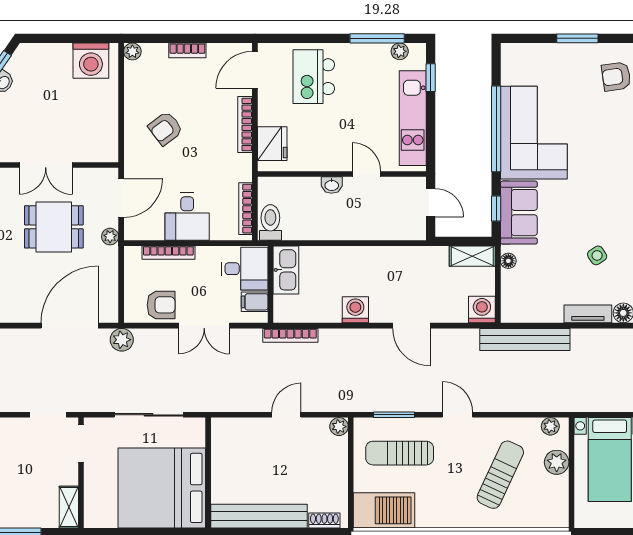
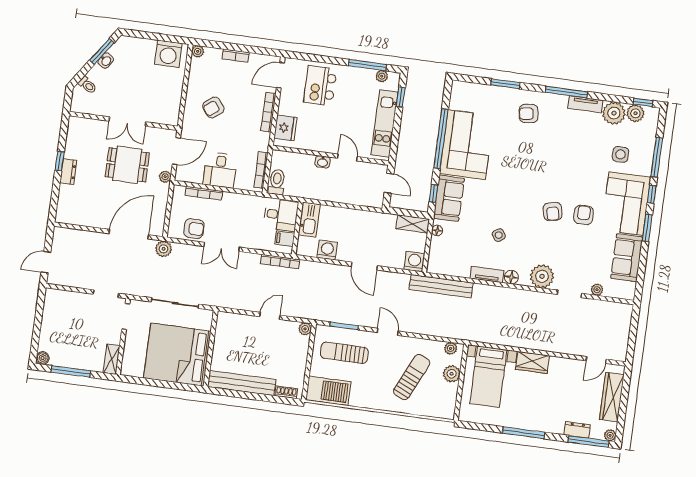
desk: (245, 269) -> (281, 215), moved
kitchen sink: (286, 270) -> (309, 220), moved
wall: (271, 284) -> (297, 228), moved
filing cabinet: (255, 302) -> (285, 239), moved

